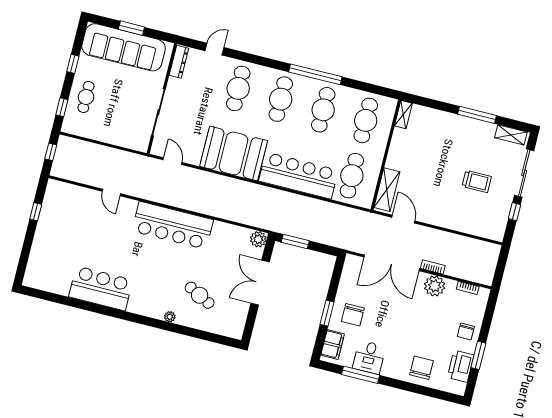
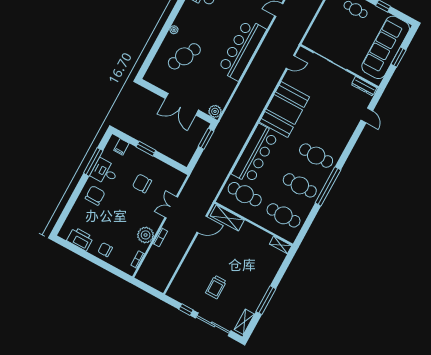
cafe table: (238, 88) -> (332, 126), removed
double door: (392, 263) -> (171, 207), width x0.54
double door: (260, 283) -> (182, 104), swing flipped
cafe table: (200, 295) -> (184, 56), width x1.37, depth x1.35
chair: (353, 315) -> (142, 183), moved
filing cabinet: (333, 344) -> (121, 147), width x0.50
window: (478, 355) -> (85, 254), removed
chair: (421, 368) -> (95, 195), moved, turned -90

